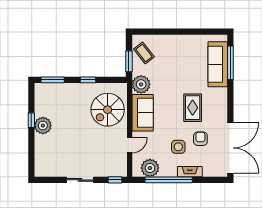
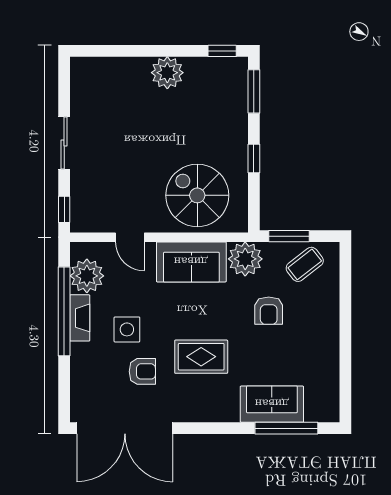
sofa: (218, 64) -> (272, 404), width x0.73
armchair: (168, 72) -> (269, 311), added
window: (31, 120) -> (222, 51), moved
fireplace: (190, 172) -> (80, 318), moved

